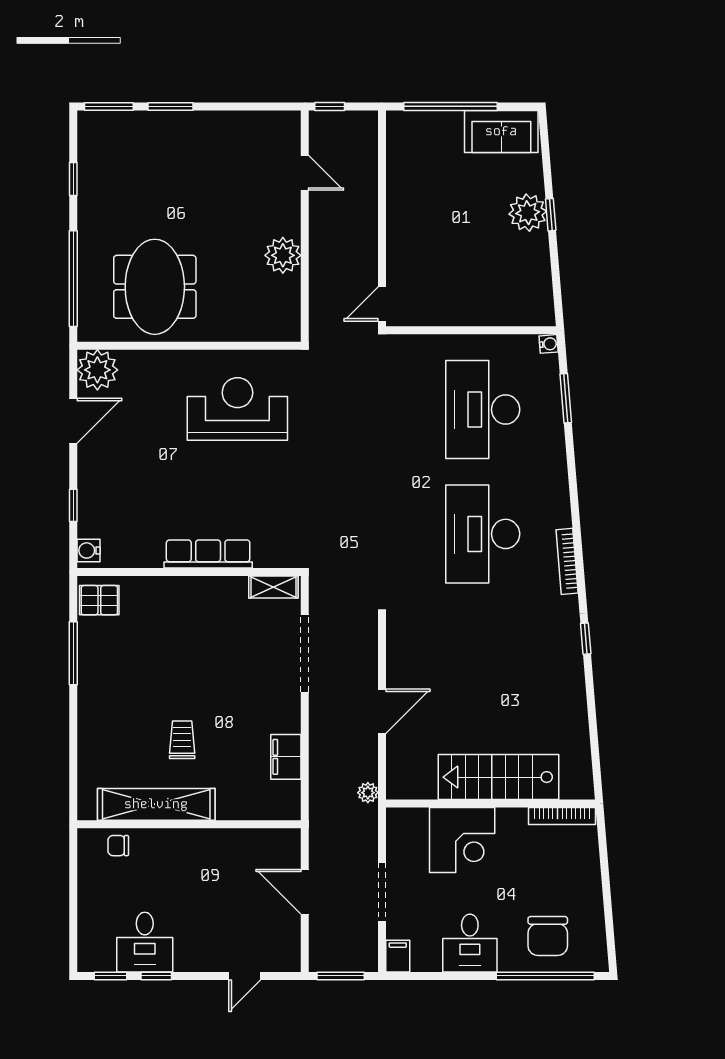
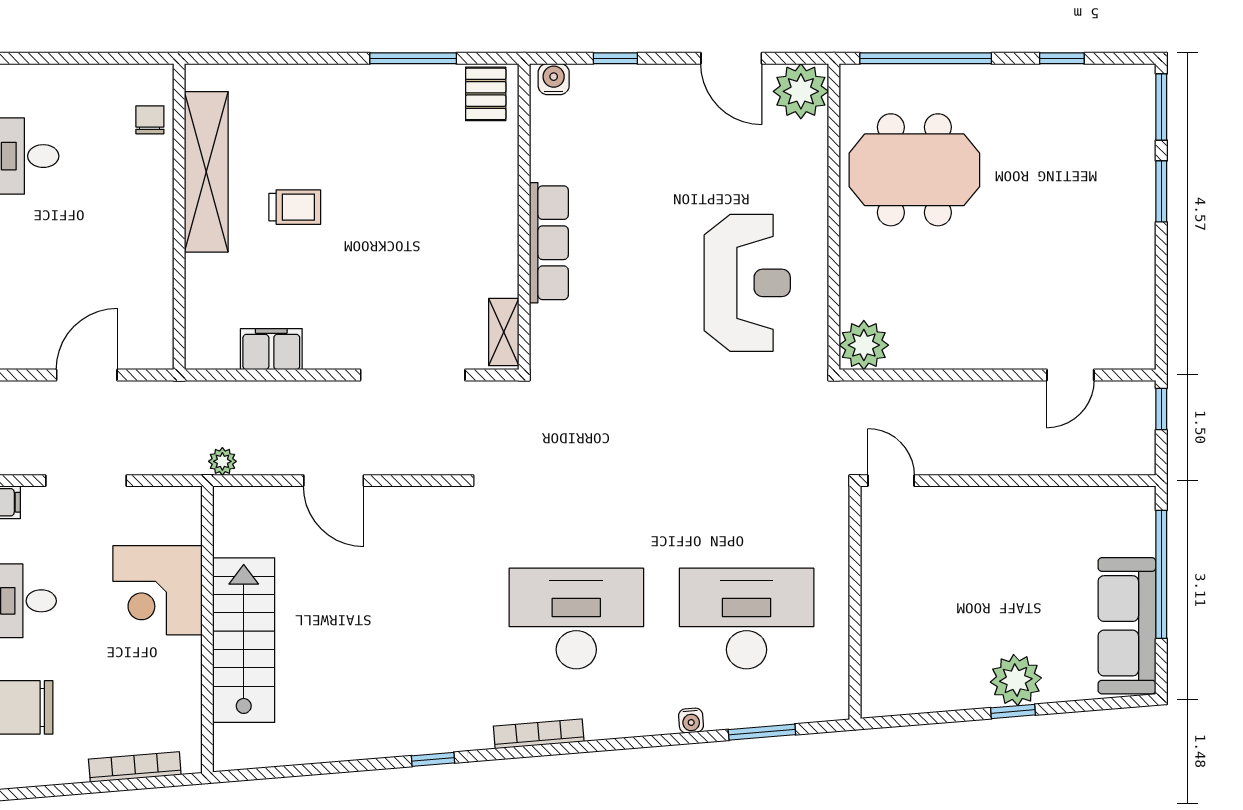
sofa: (501, 131) -> (1127, 626), width x1.36
plant: (283, 255) -> (864, 345), moved
water cooler: (549, 344) -> (691, 721), moved
bookcase: (562, 816) -> (135, 767), moved, turned 85

